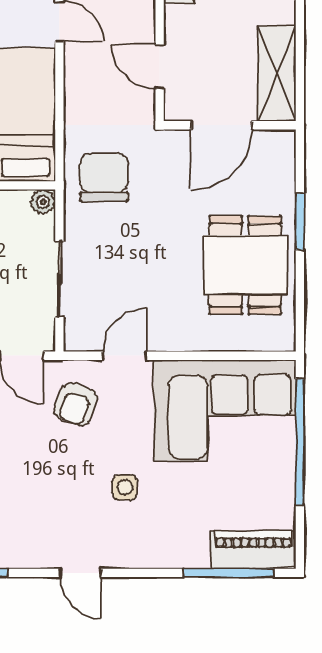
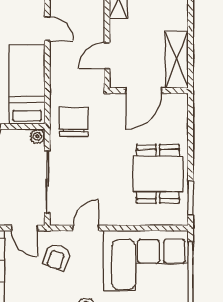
door: (160, 67) -> (107, 56), hinge flipped
window: (300, 222) -> (191, 198), moved
sliding door: (59, 279) -> (47, 182), width x1.37

